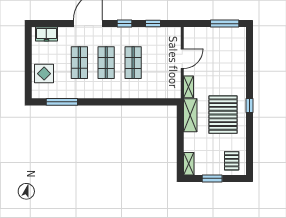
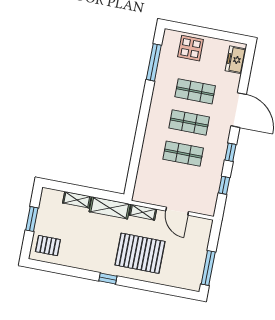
pallet: (223, 115) -> (140, 253), moved
shelving: (189, 164) -> (77, 200), moved

